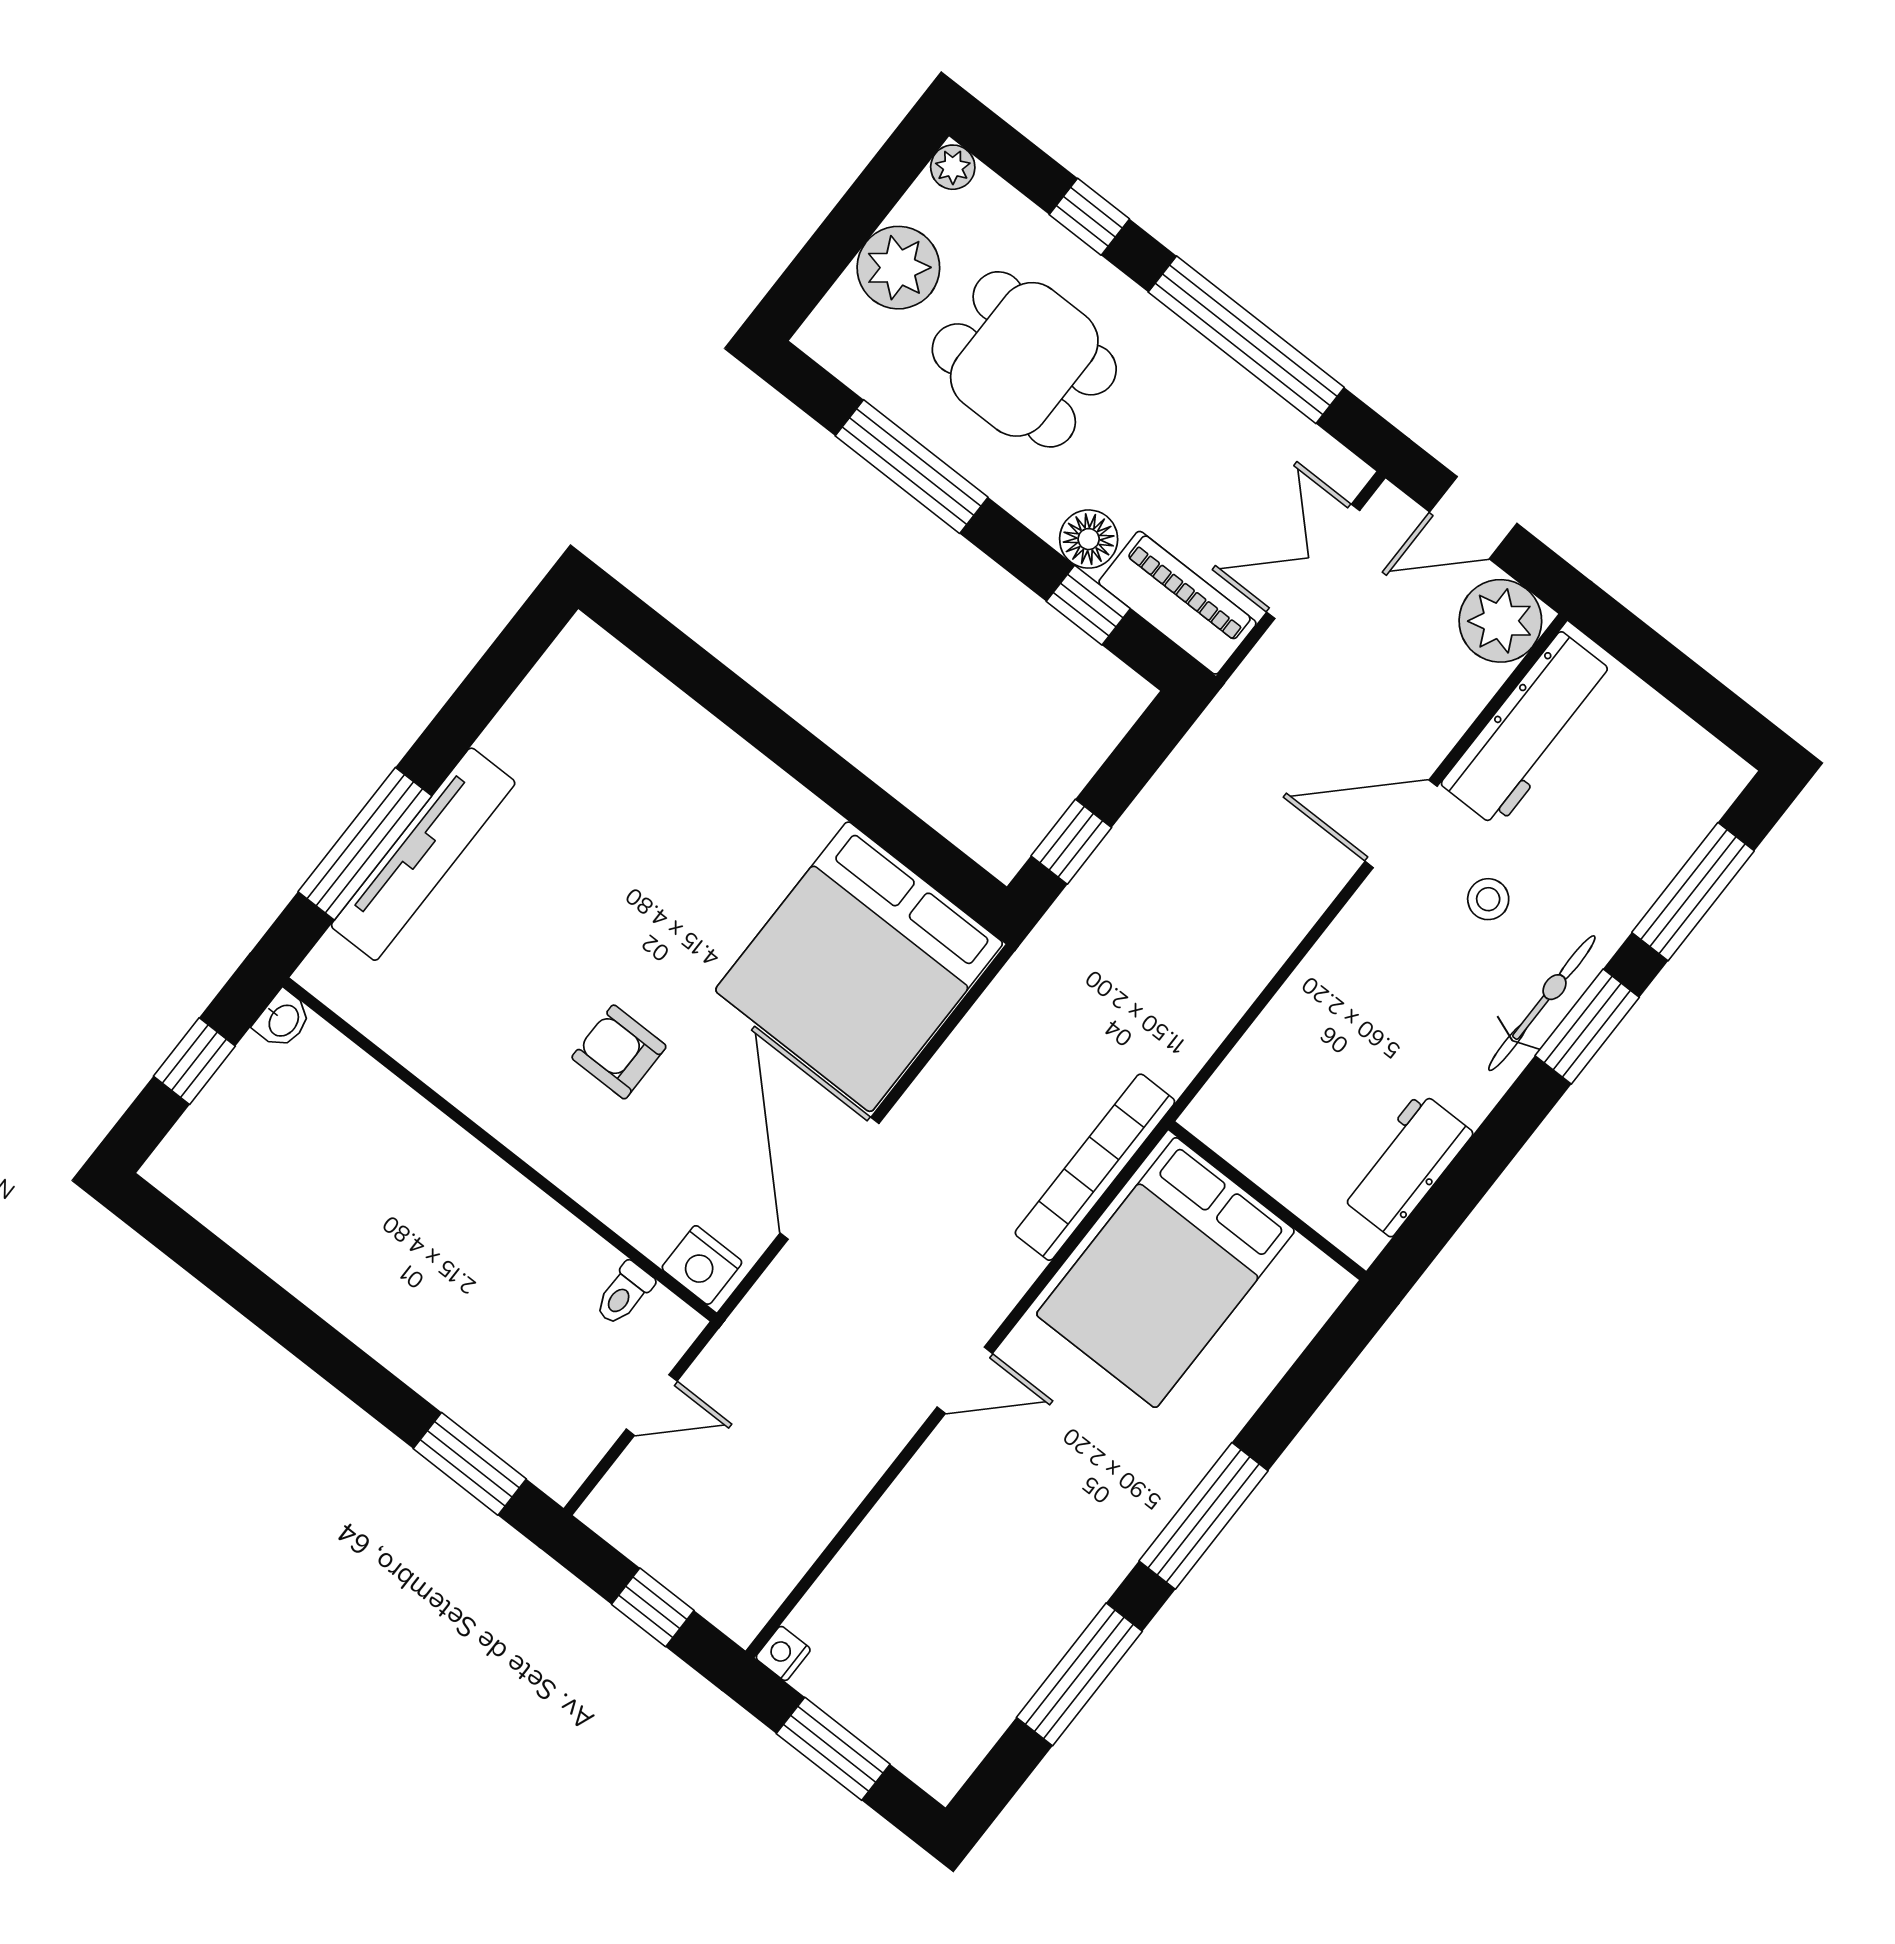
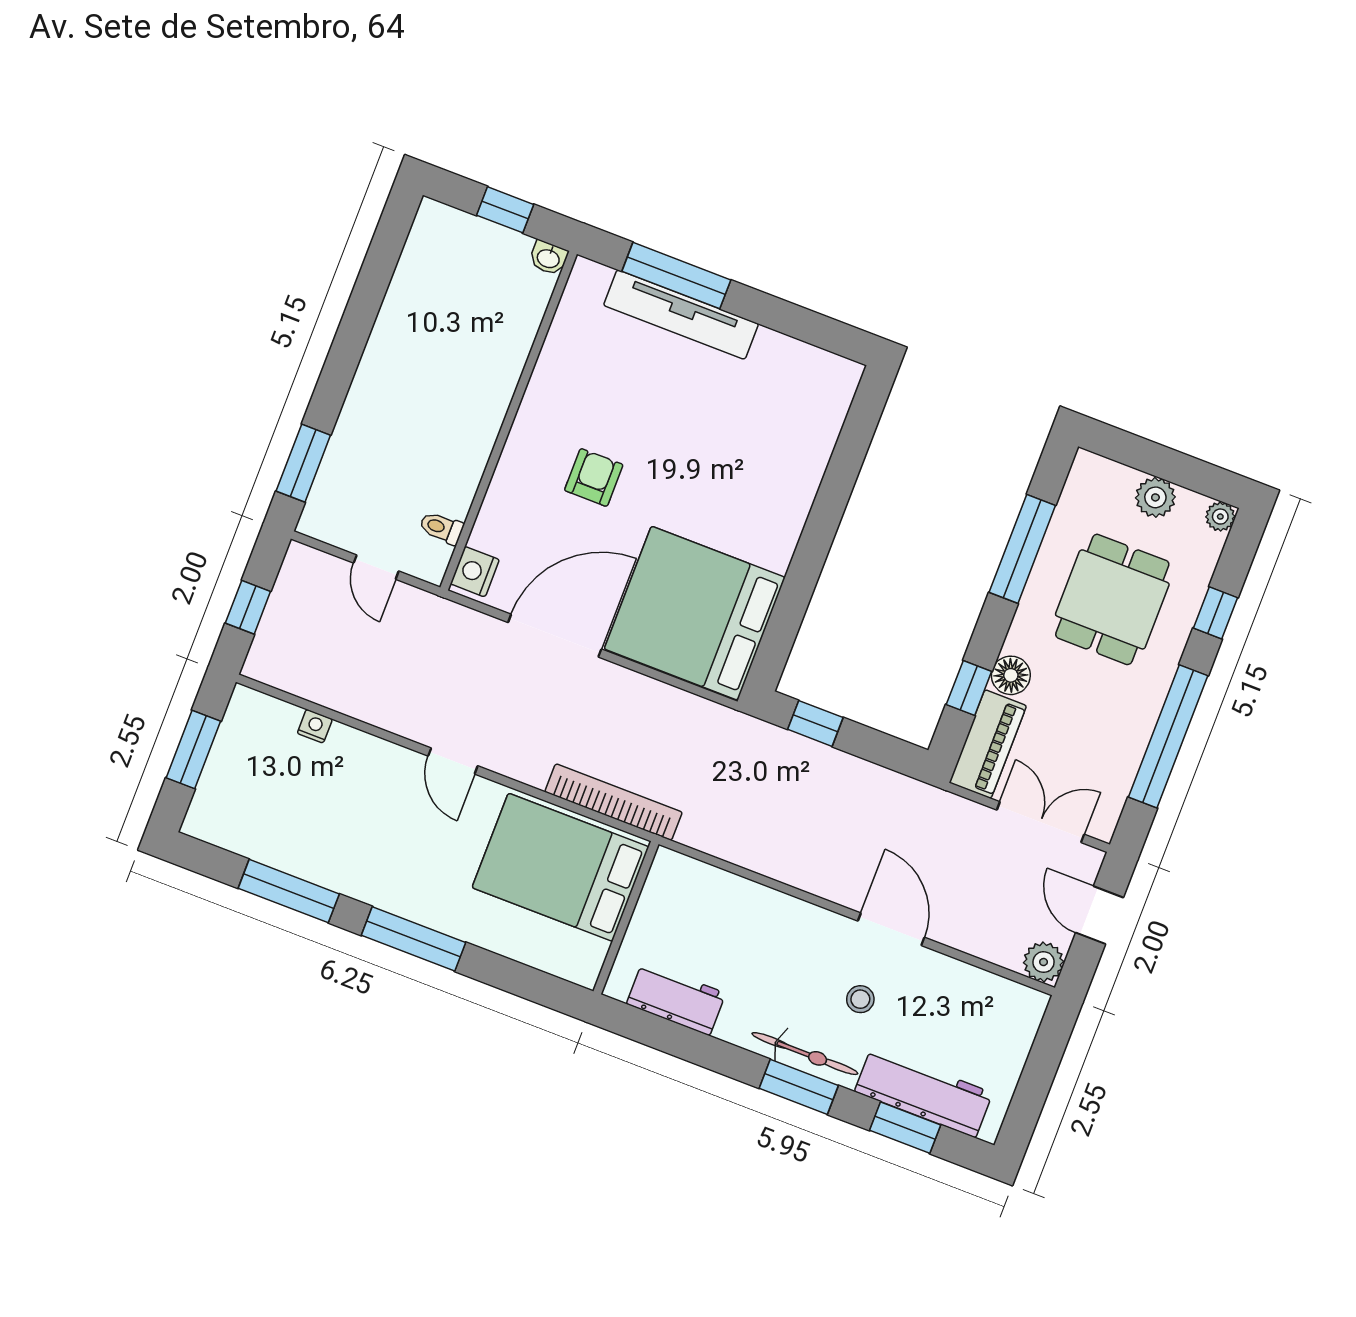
plant: (898, 268) -> (1155, 497), width x0.73, depth x0.73
plant: (1500, 621) -> (1044, 962), width x0.73, depth x0.73
workbench: (1529, 730) -> (924, 1092), moved, turned 180
window: (1693, 892) -> (905, 1128), width x0.69
nightstand: (783, 1653) -> (315, 726), moved

